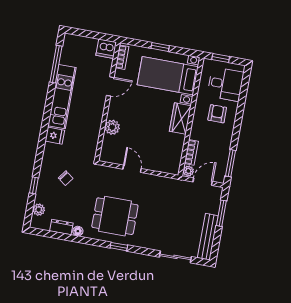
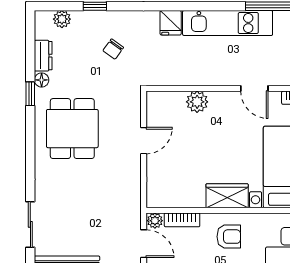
armchair: (217, 114) -> (229, 237), moved
window: (119, 247) -> (30, 94), moved

